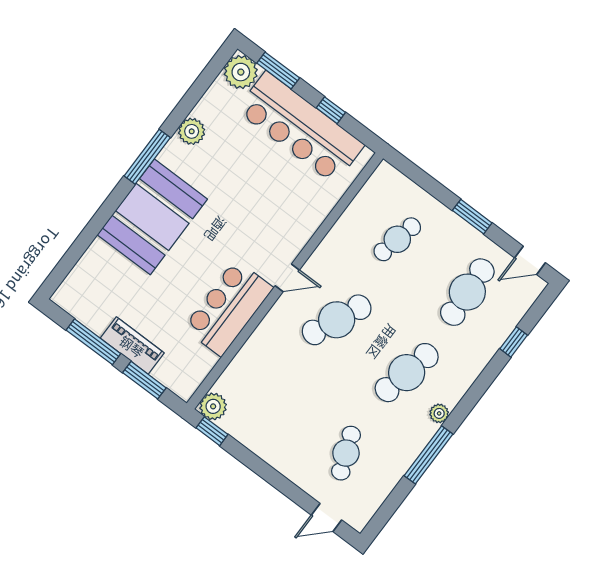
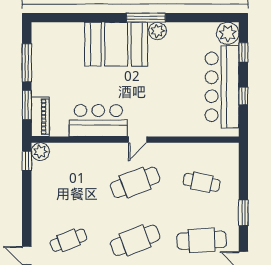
window: (278, 70) -> (243, 52), width x0.67
plant: (192, 131) -> (157, 31), moved
door: (287, 278) -> (138, 140), hinge flipped
cafe table: (337, 320) -> (135, 182), turned -45
piano: (132, 346) -> (40, 117), moved
cafe table: (407, 373) -> (135, 240), turned -33

